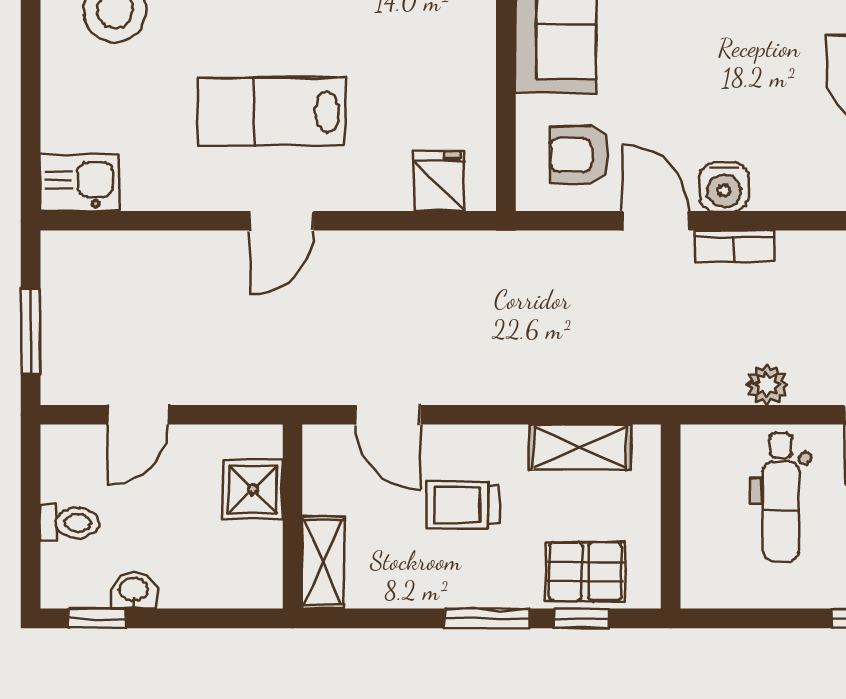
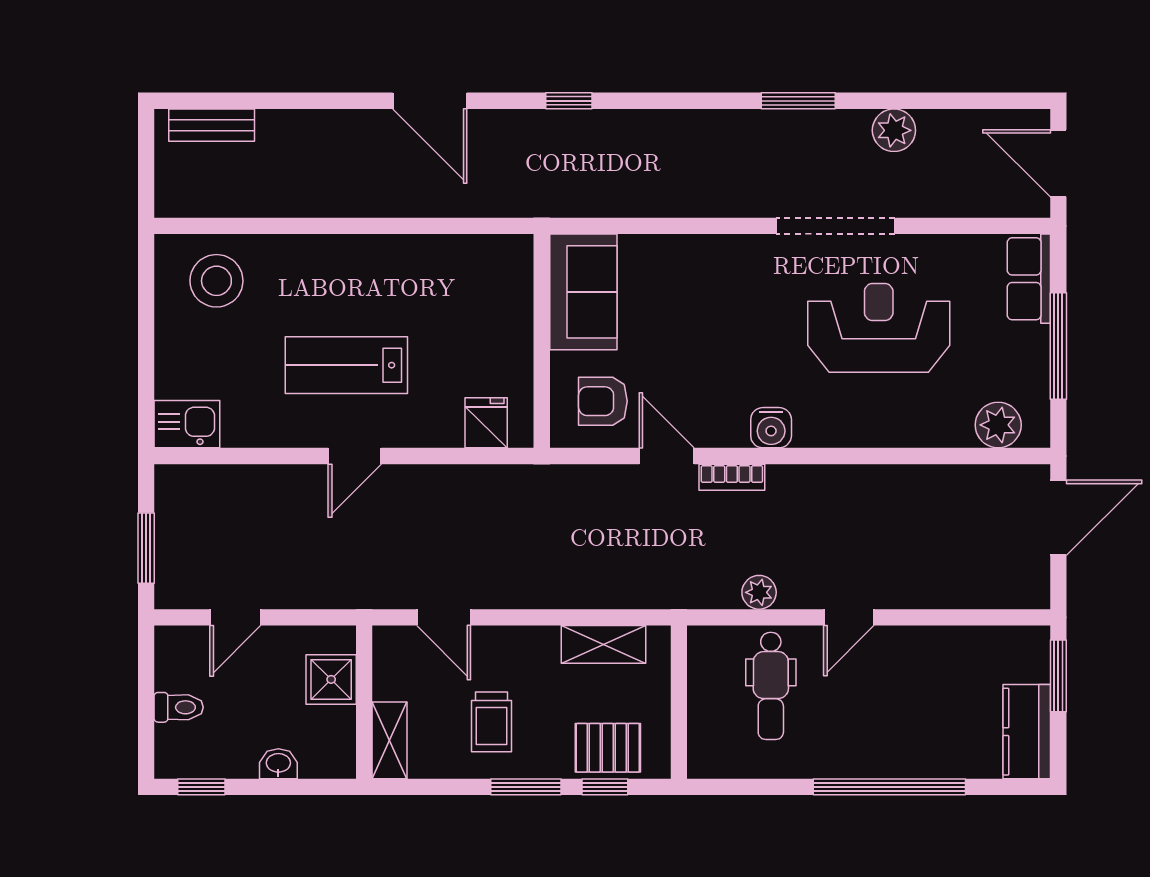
water cooler: (724, 187) -> (771, 428), moved
trolley: (463, 505) -> (492, 722), moved, turned -90
washbasin: (134, 591) -> (278, 764), moved

